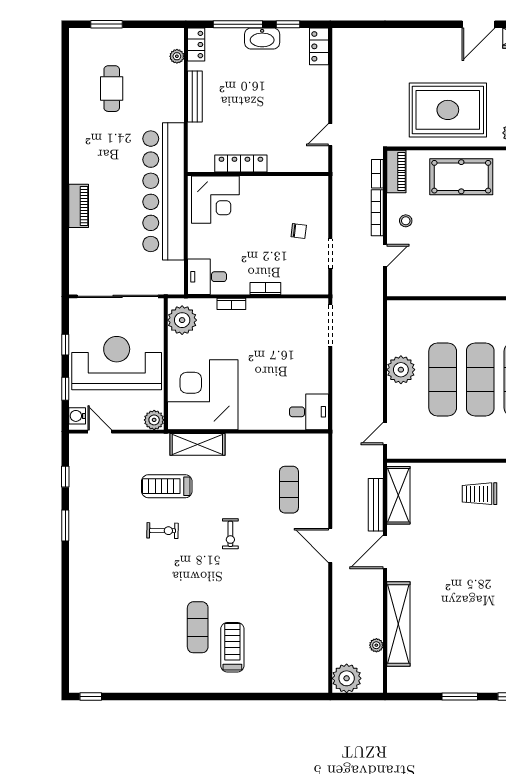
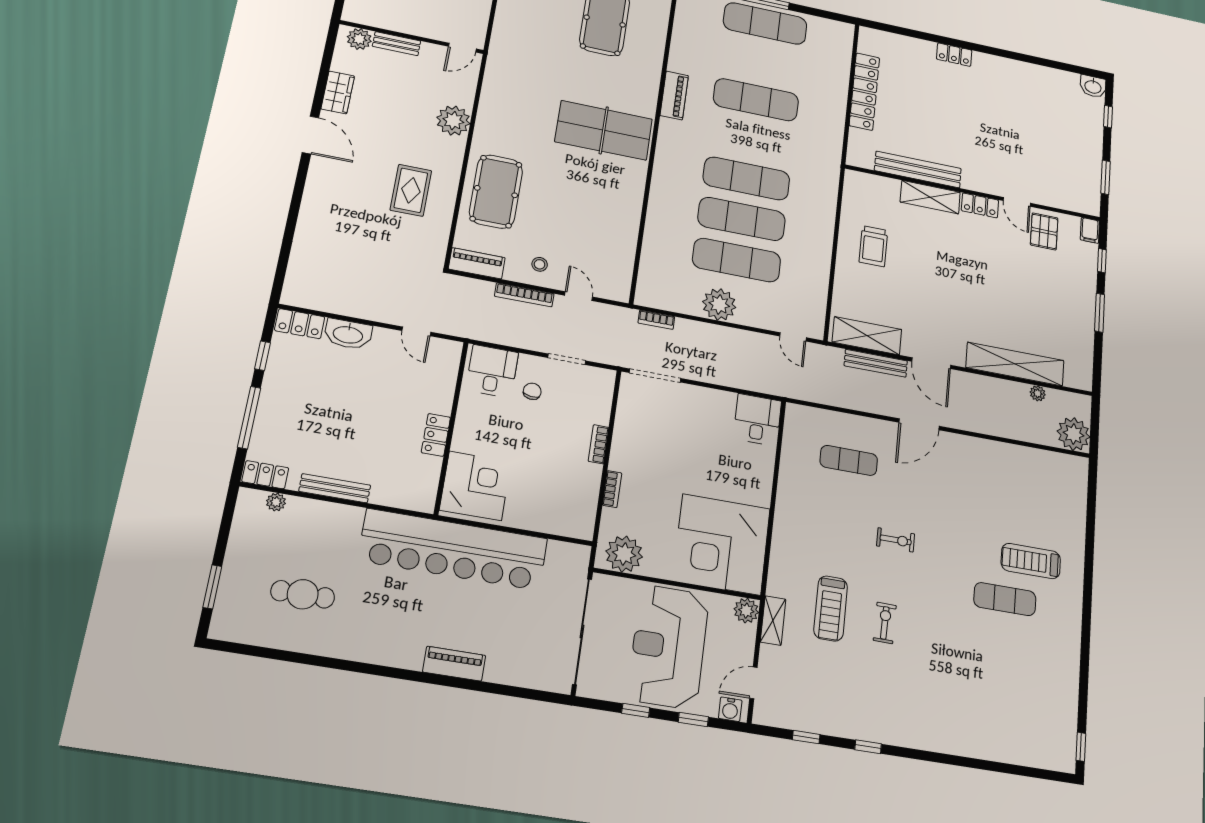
washbasin: (262, 38) -> (348, 334), moved, turned 90
rug: (448, 110) -> (411, 190), width x0.54, depth x0.49
locker: (241, 164) -> (436, 435), width x0.66
bookcase: (377, 174) -> (656, 320), moved
desk: (207, 277) -> (492, 371), moved, turned 180
shelving: (197, 444) -> (773, 621), moved, width x0.67, depth x0.75
window: (65, 526) -> (868, 747), width x0.67

